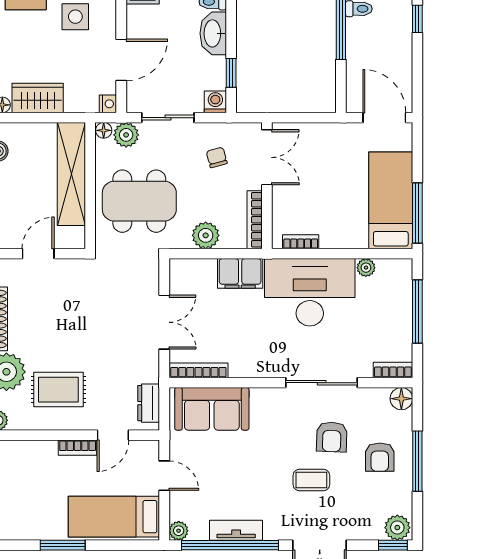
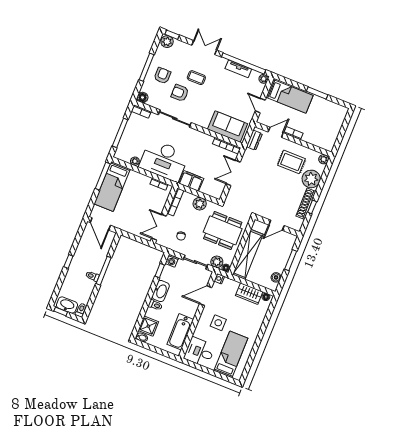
armchair: (332, 437) -> (180, 93), turned -92

